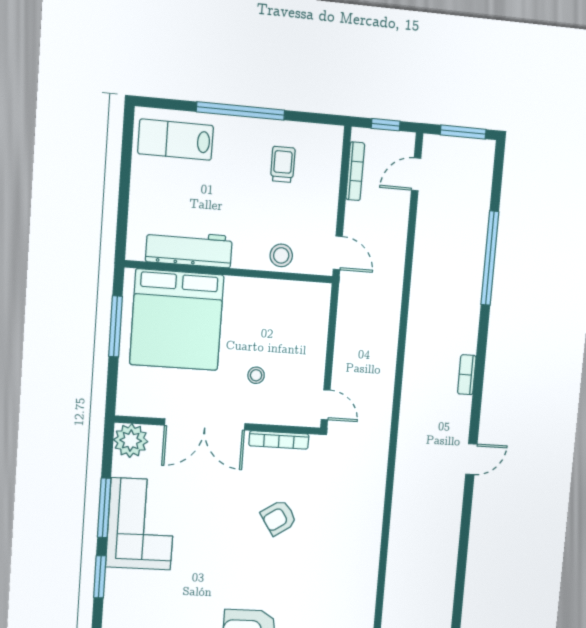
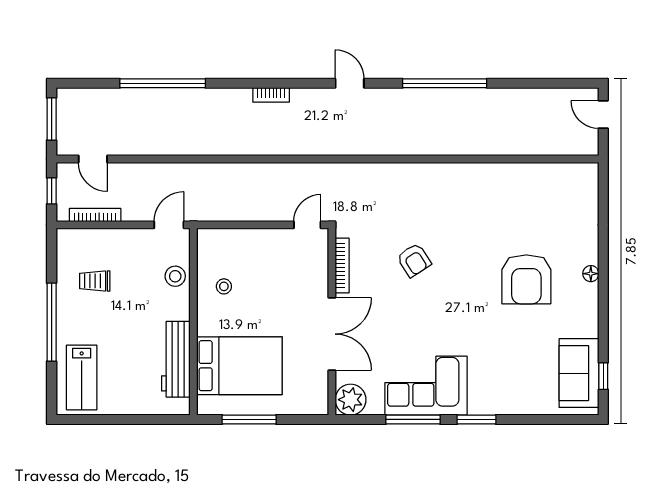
bed: (177, 320) -> (239, 366), width x0.73
stool: (256, 375) -> (224, 286), moved
window: (462, 559) -> (445, 83), added

